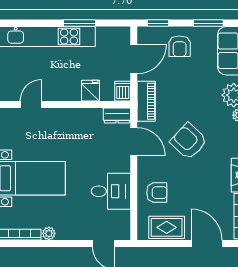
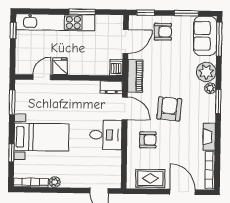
armchair: (180, 46) -> (163, 32), turned -90
fridge: (91, 91) -> (60, 66), moved
armchair: (189, 141) -> (169, 109), turned 52
desk: (111, 191) -> (106, 135), moved
armchair: (157, 193) -> (148, 140), moved

